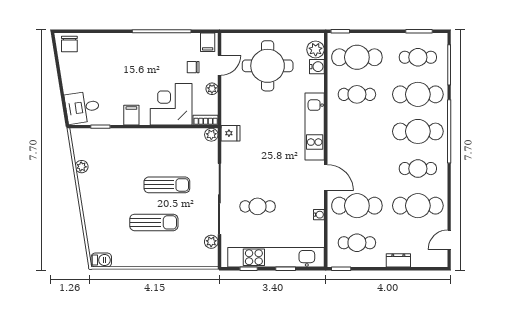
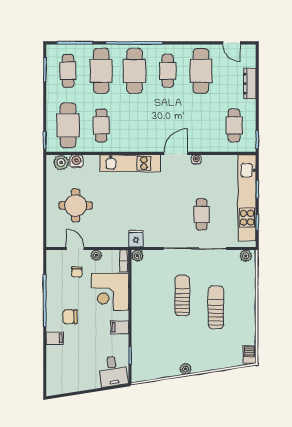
filing cabinet: (208, 42) -> (55, 338), moved
chair: (69, 44) -> (70, 317), moved, turned 180
round table: (268, 66) -> (76, 205), width x0.73, depth x0.73
plant: (82, 167) -> (186, 369), moved
cafe table: (357, 206) -> (201, 125), removed
water cooler: (319, 215) -> (196, 159), moved
plant: (211, 242) -> (246, 256), moved
dresser: (398, 260) -> (250, 84), width x1.44

